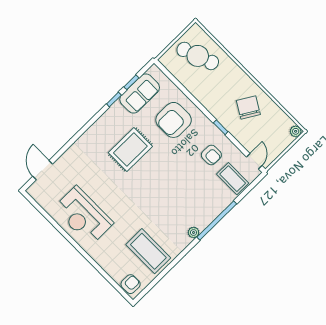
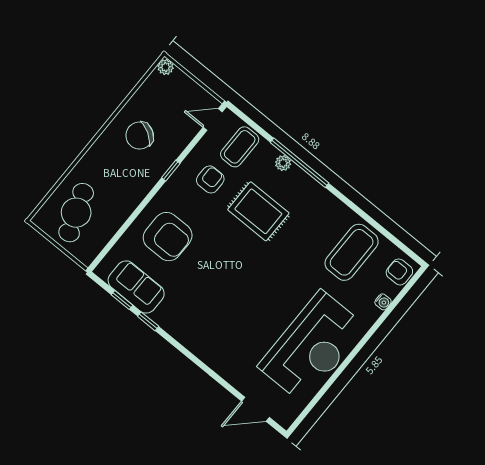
rug: (130, 150) -> (258, 211), moved
reception desk: (83, 216) -> (312, 347), width x1.36, depth x1.30
plant: (194, 232) -> (283, 163), moved
water cooler: (110, 270) -> (383, 302), added

